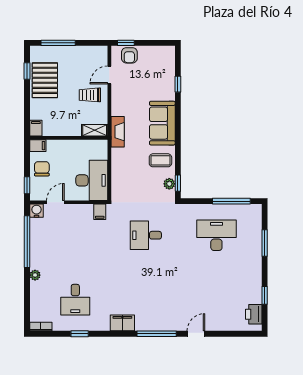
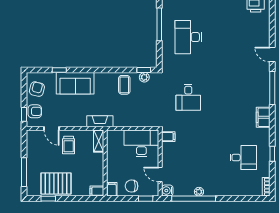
armchair: (155, 58) -> (37, 89), added
sofa: (162, 123) -> (75, 83), moved
plant: (35, 275) -> (199, 192), moved

